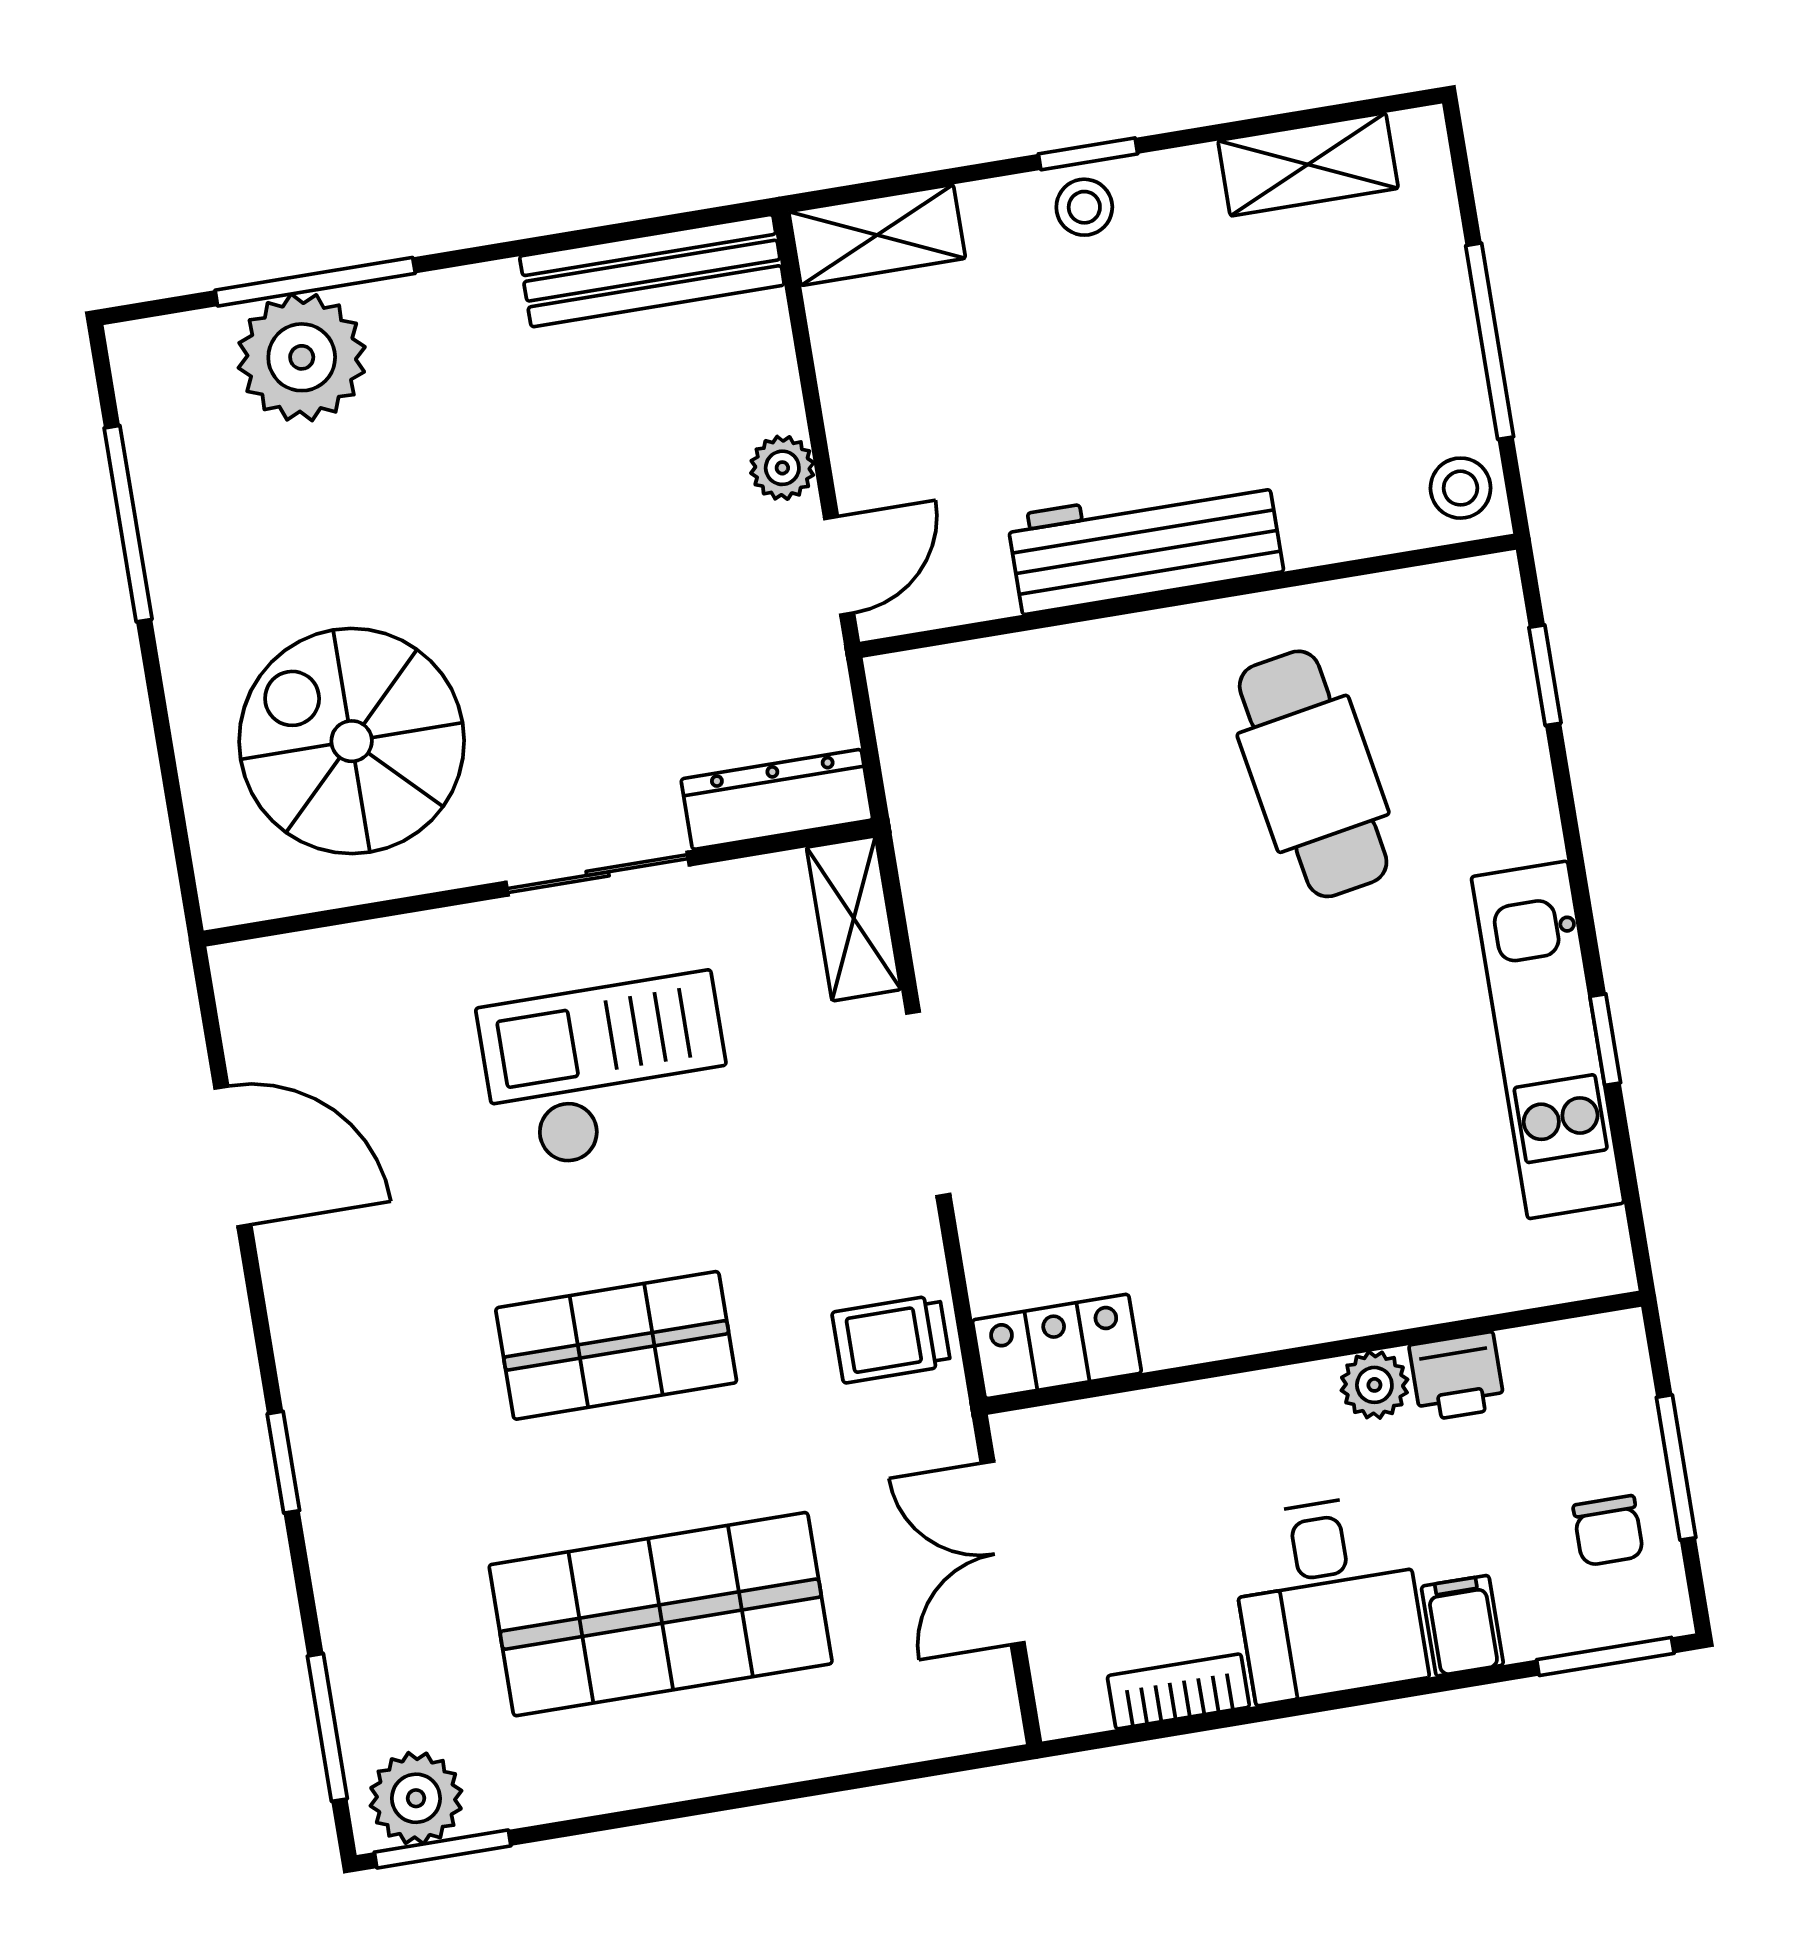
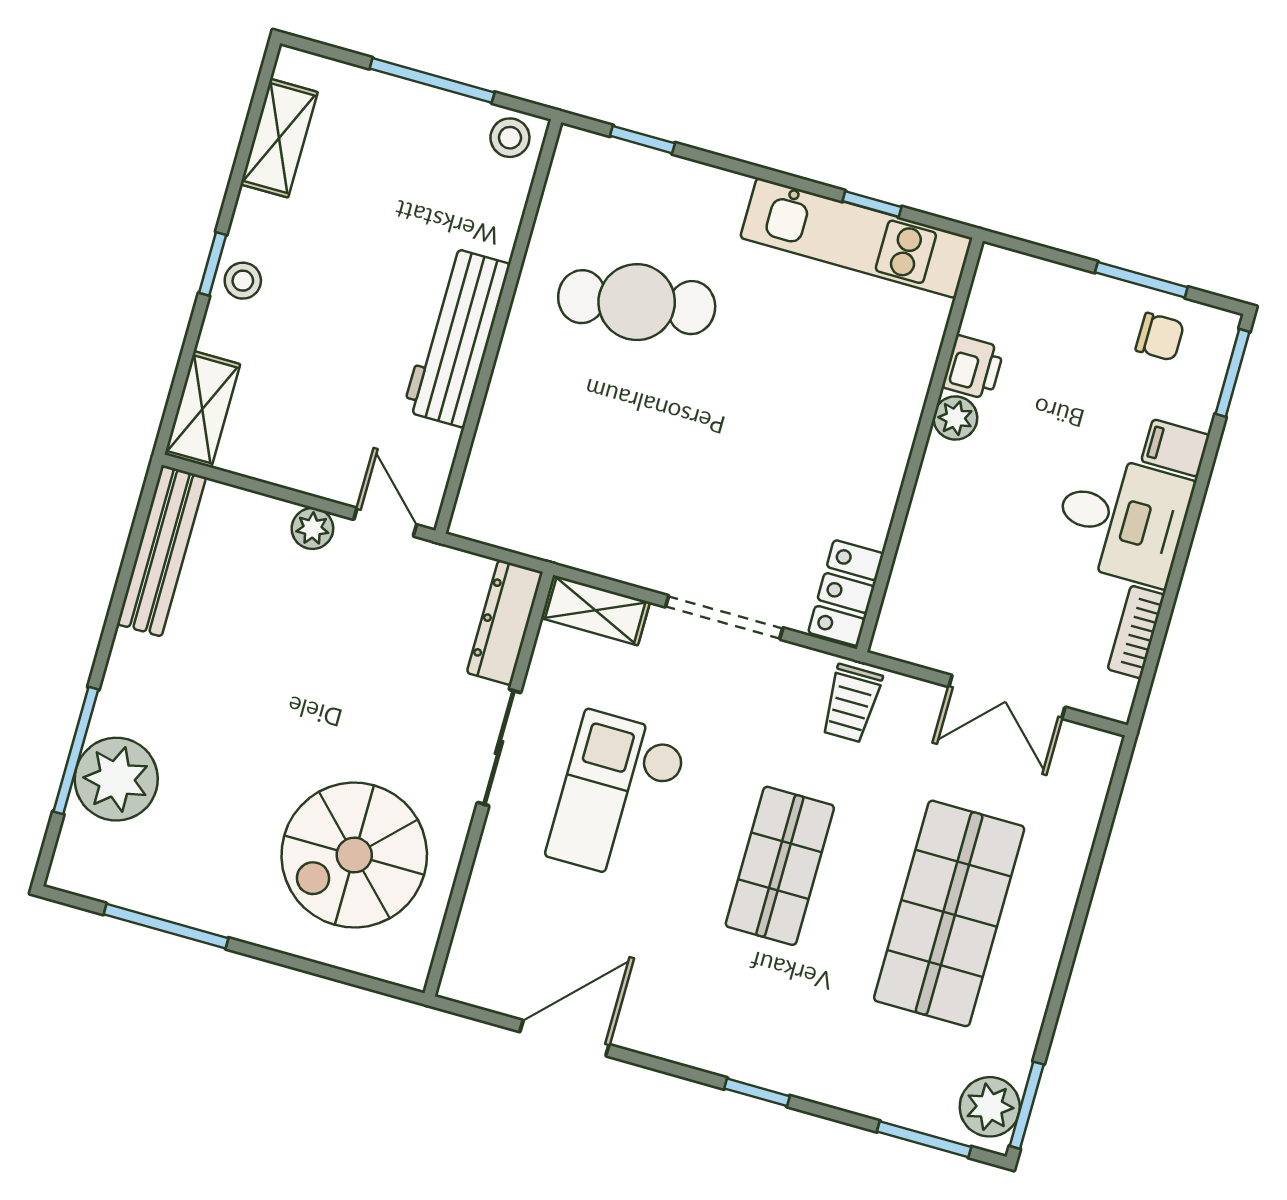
locker: (1057, 1346) -> (846, 593), moved
wall: (1313, 1353) -> (920, 445), moved
printer: (1457, 1377) -> (973, 367), moved
plant: (1374, 1385) -> (955, 418), moved

